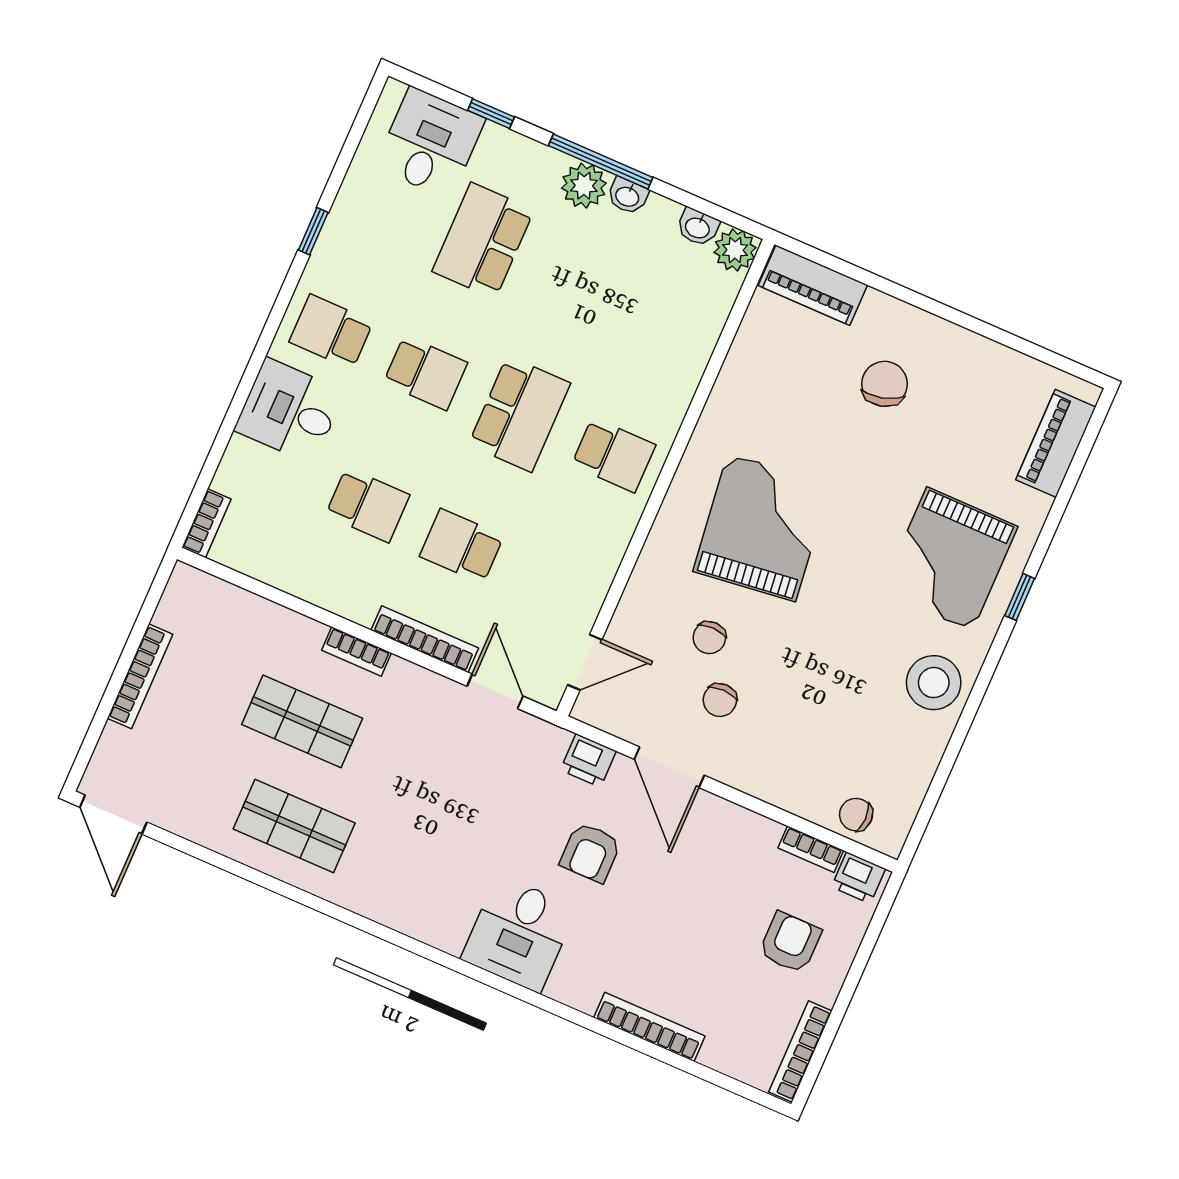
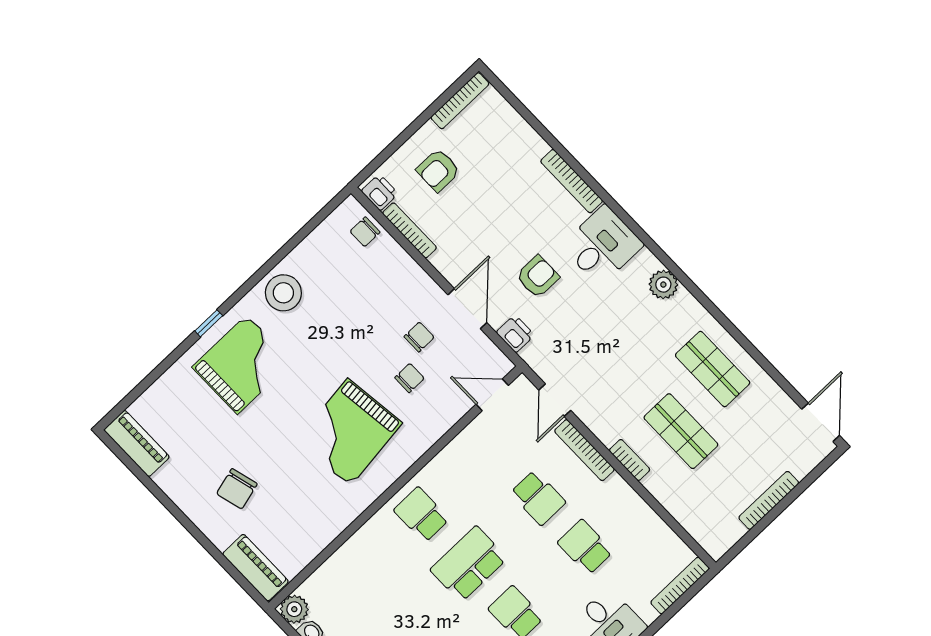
piano: (1056, 443) -> (137, 443), moved, turned -90
bookcase: (207, 523) -> (680, 586), width x1.56
chair: (856, 815) -> (365, 232), turned 90
bookcase: (811, 849) -> (409, 230), width x1.56
plant: (411, 914) -> (663, 285), added
bookcase: (649, 1027) -> (572, 181), moved

